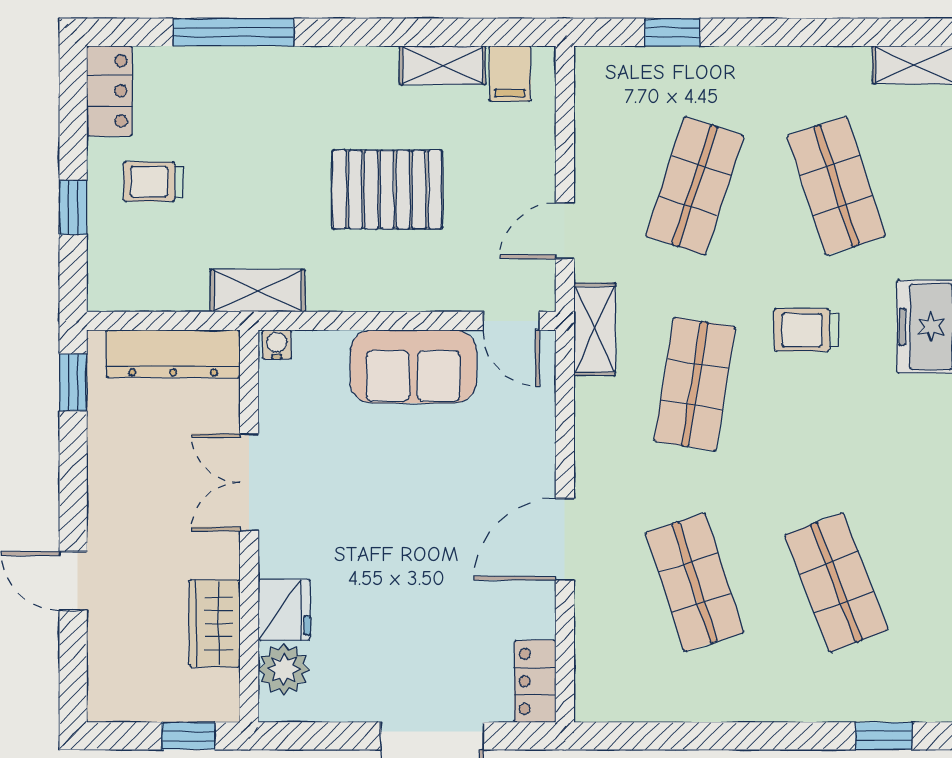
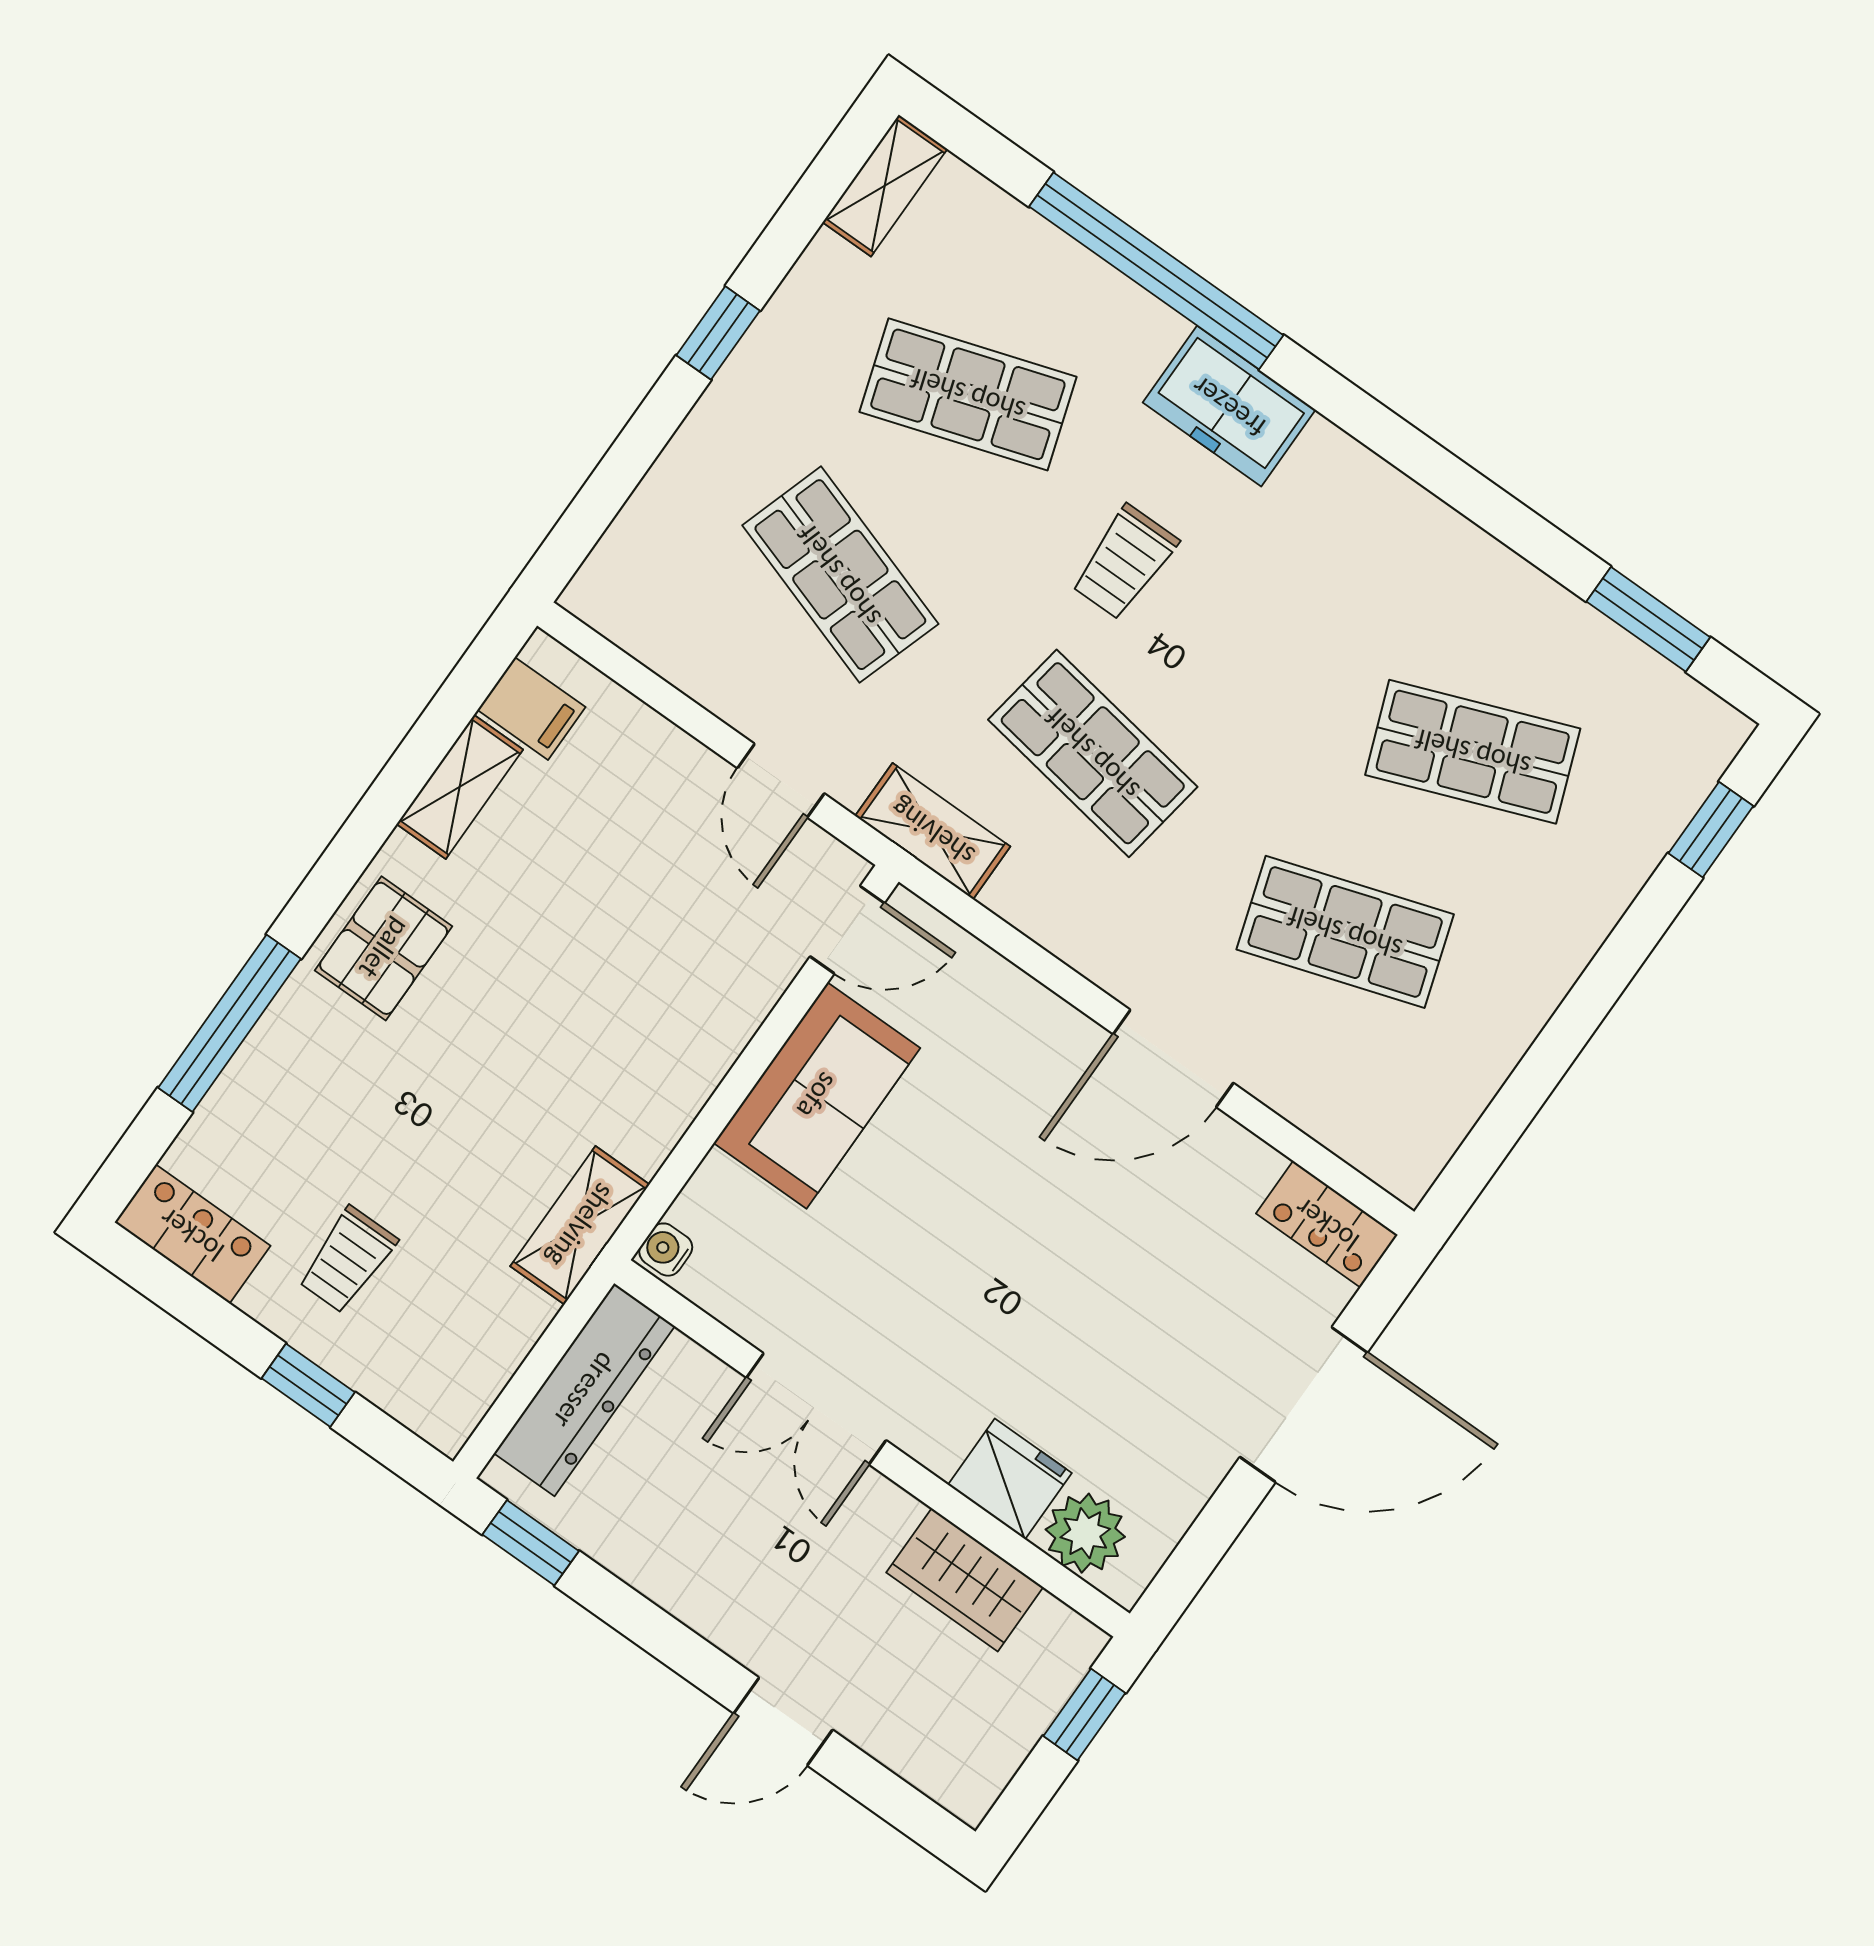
window: (672, 32) -> (718, 333), moved
pallet: (387, 190) -> (384, 948), moved, width x0.67, depth x0.71
door: (565, 539) -> (1173, 1058), hinge flipped

